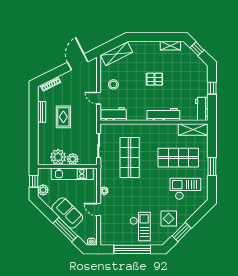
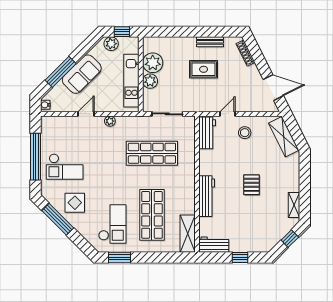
window: (212, 167) -> (120, 257), moved
window: (182, 232) -> (58, 219), width x1.44

